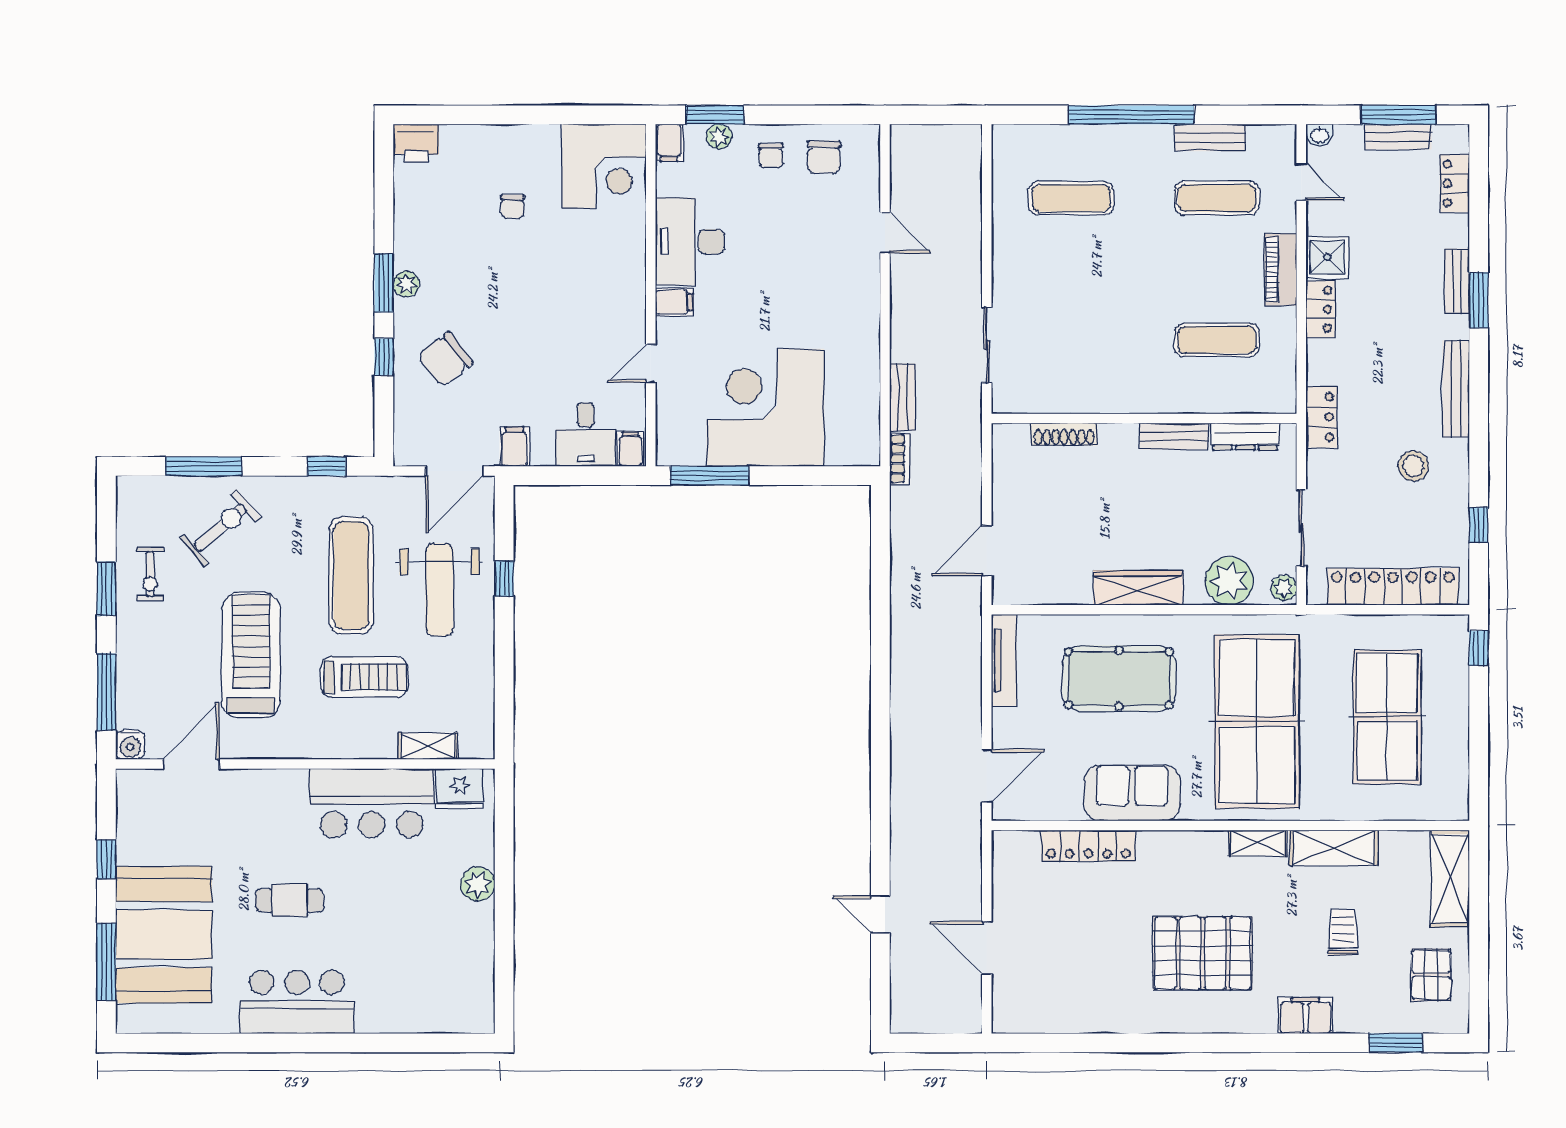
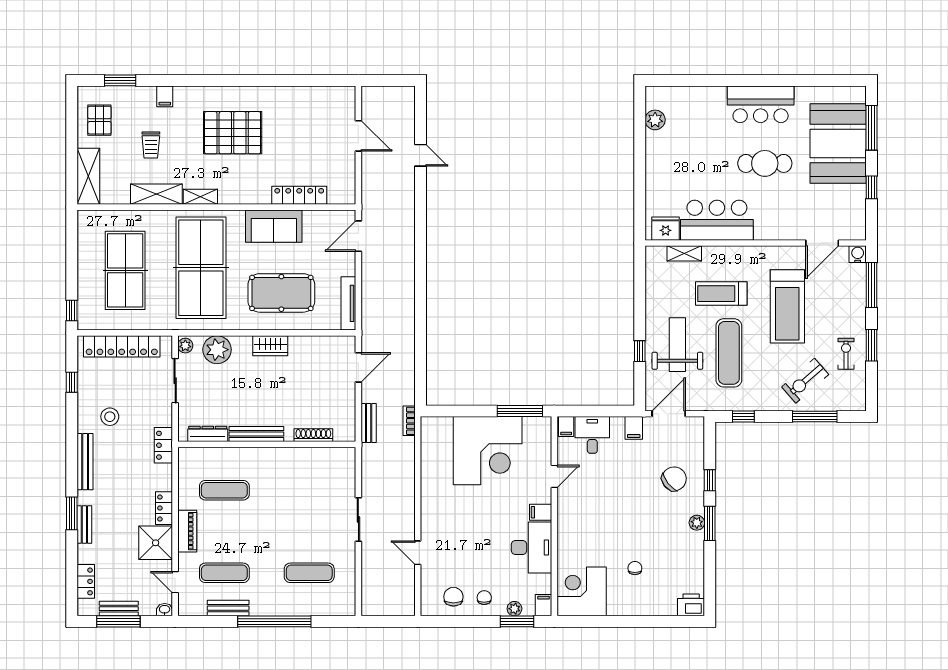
shower: (1327, 257) -> (156, 543), width x1.36, depth x1.36
sliding door: (987, 345) -> (358, 520), moved
bench: (903, 397) -> (369, 423), moved
bench: (1174, 436) -> (256, 434), width x1.36
wardrobe: (1138, 588) -> (270, 346), width x0.67
plant: (478, 884) -> (655, 120), moved
cafe table: (290, 901) -> (765, 163), width x1.37, depth x1.35
filing cabinet: (1306, 1016) -> (165, 96), width x0.50

